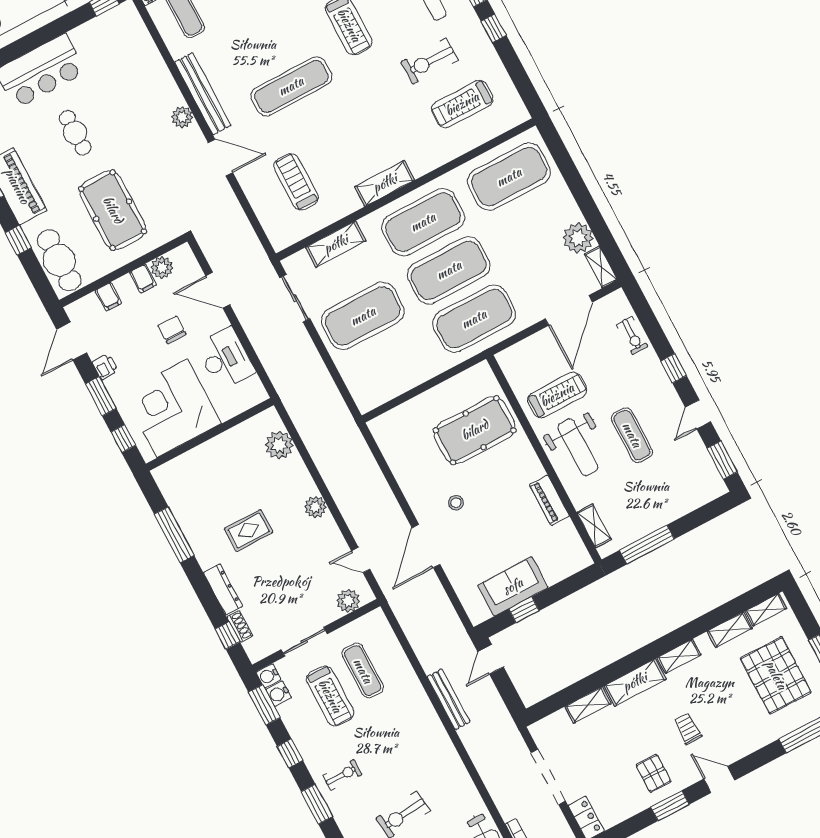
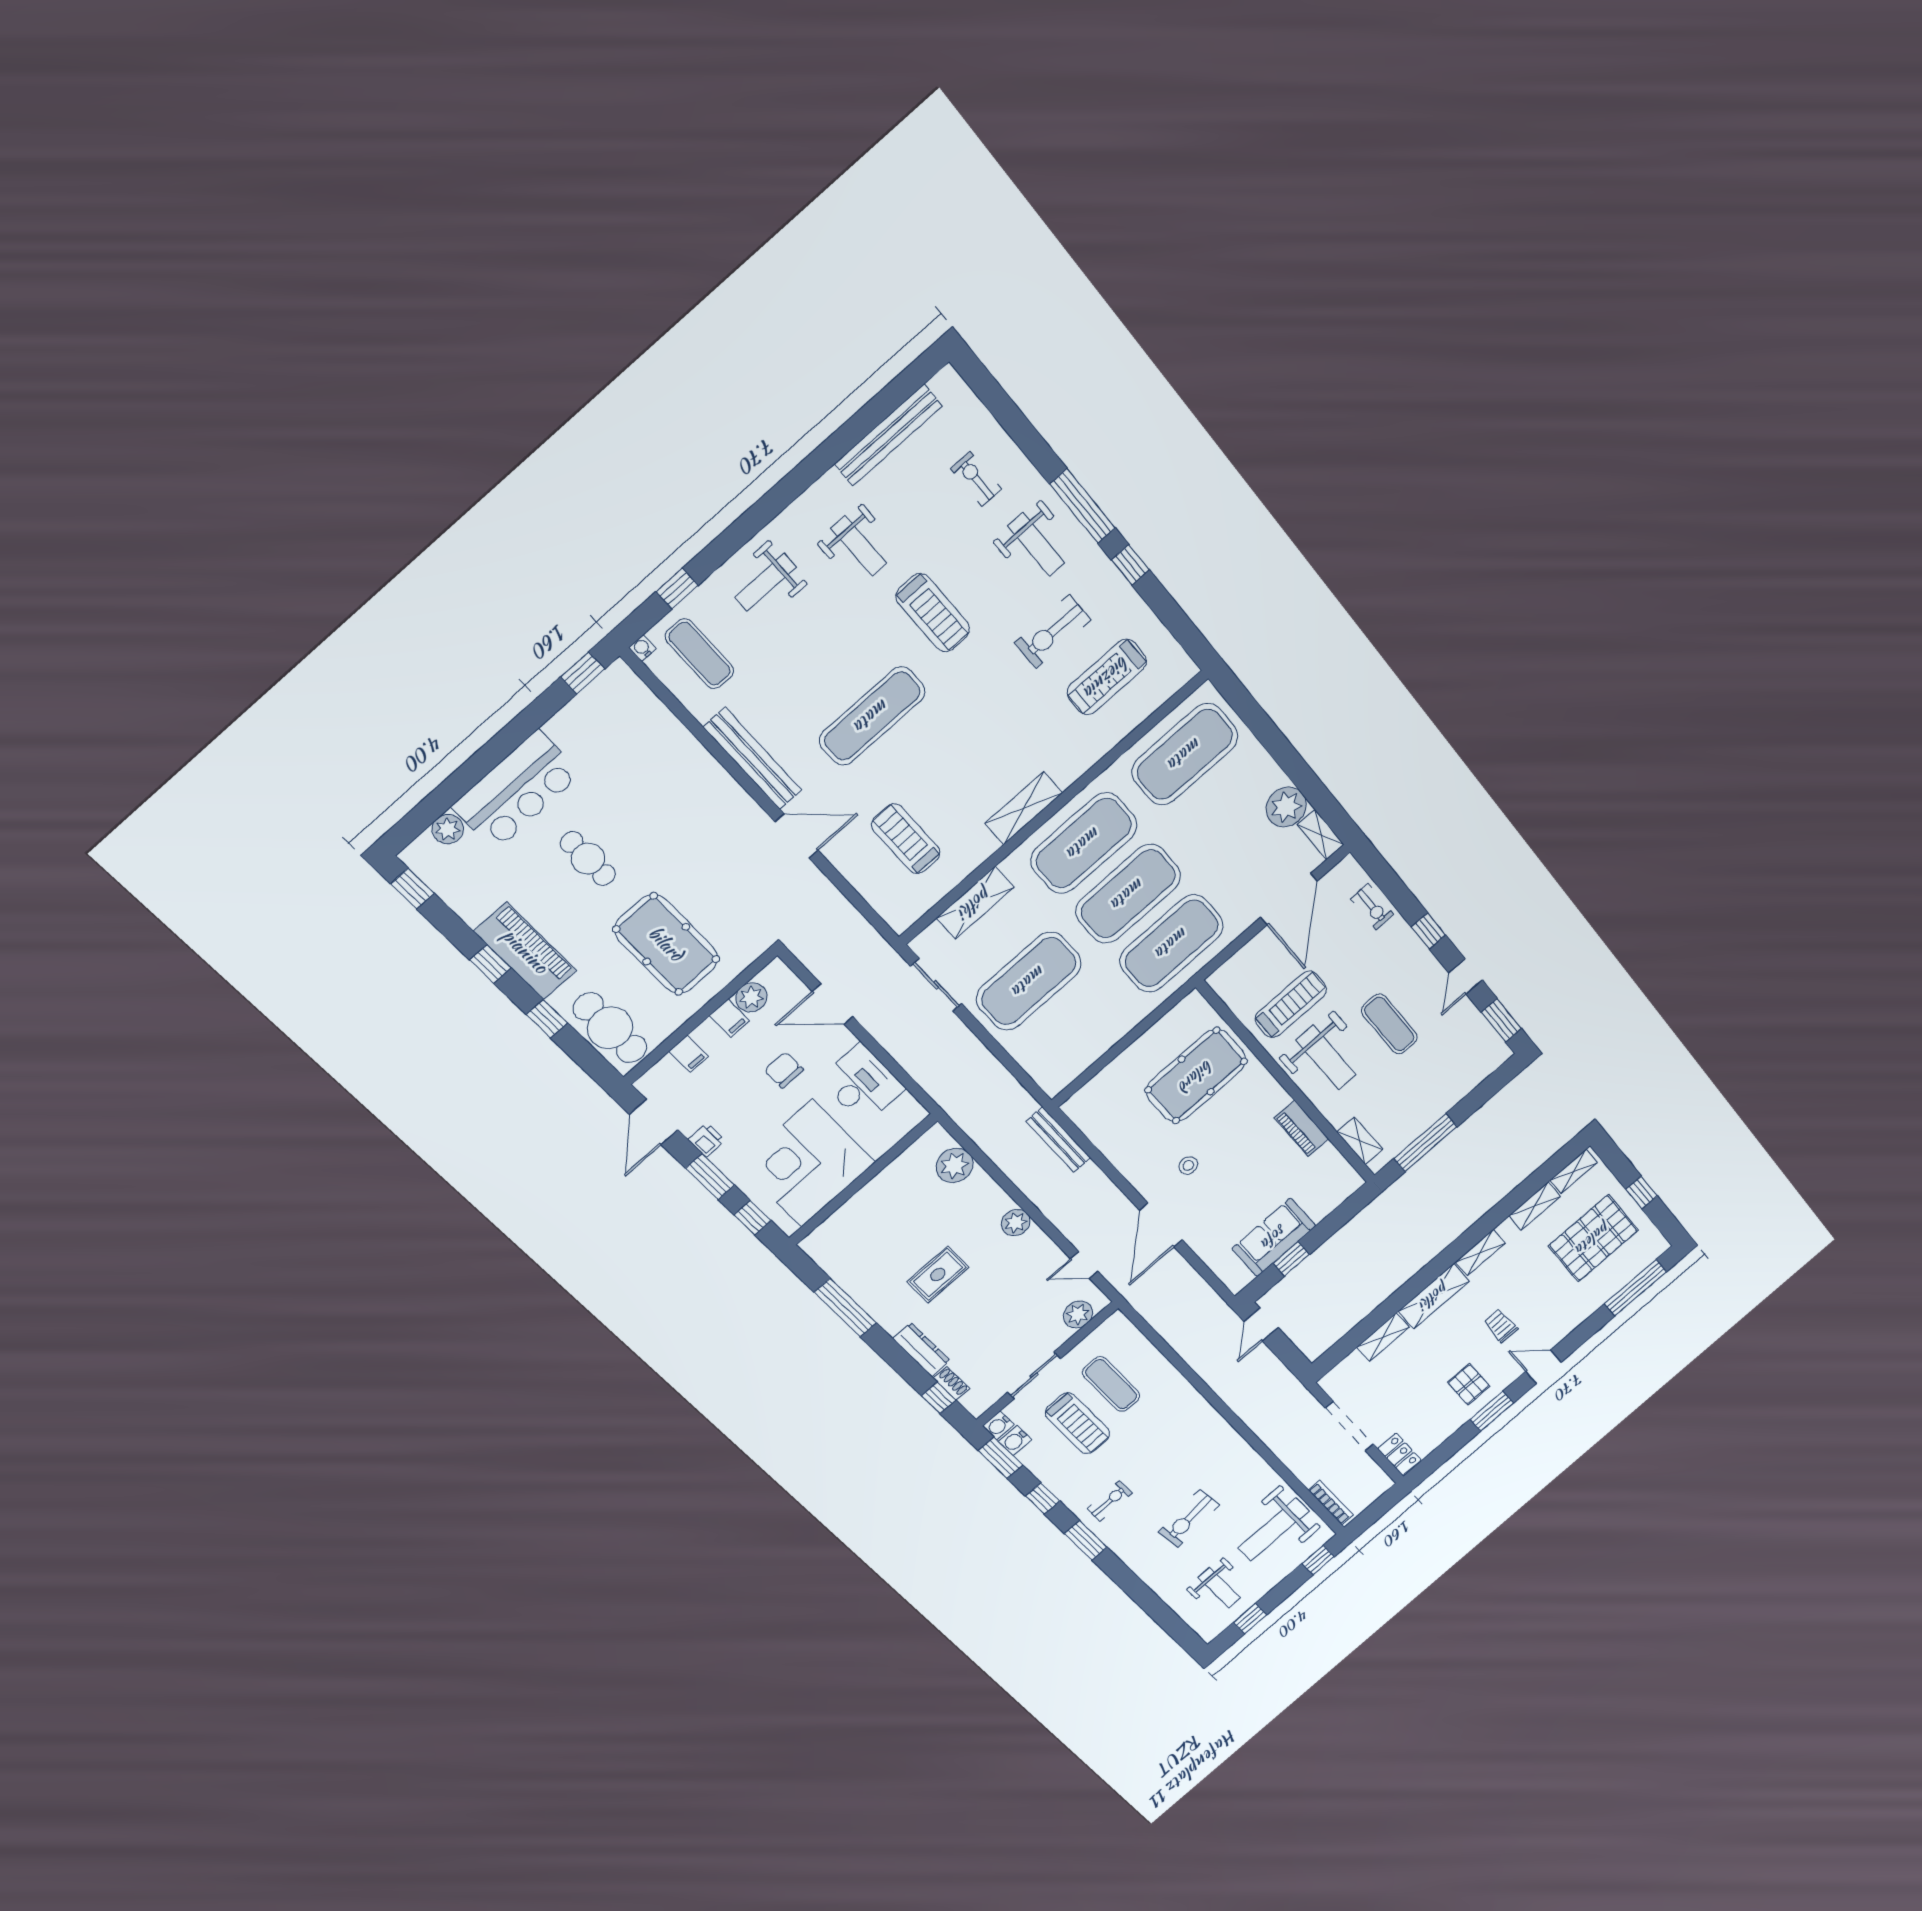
plant: (182, 117) -> (732, 797), removed
pallet: (776, 675) -> (1593, 1238), turned 90
bench: (449, 699) -> (1058, 1140), moved

